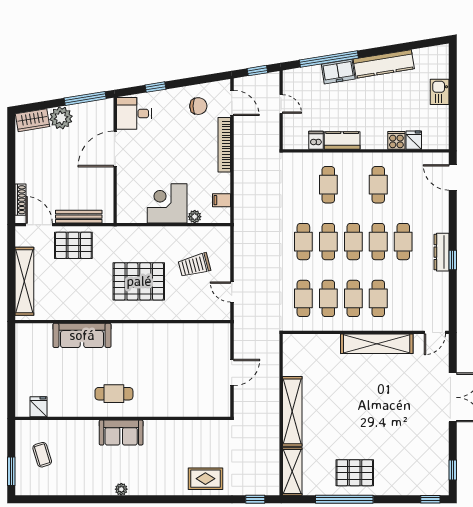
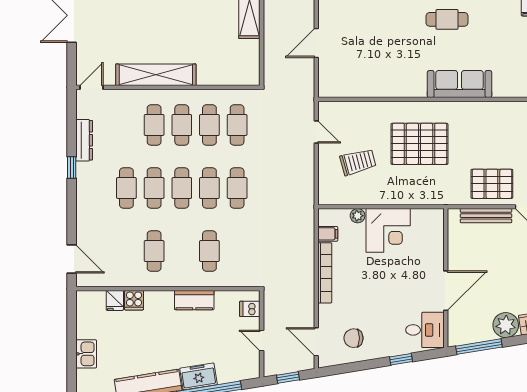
dishwasher: (316, 140) -> (250, 309), moved, turned 90
bookcase: (224, 145) -> (325, 273), moved
dresser: (441, 252) -> (84, 140), moved
sofa: (82, 335) -> (460, 84), moved

